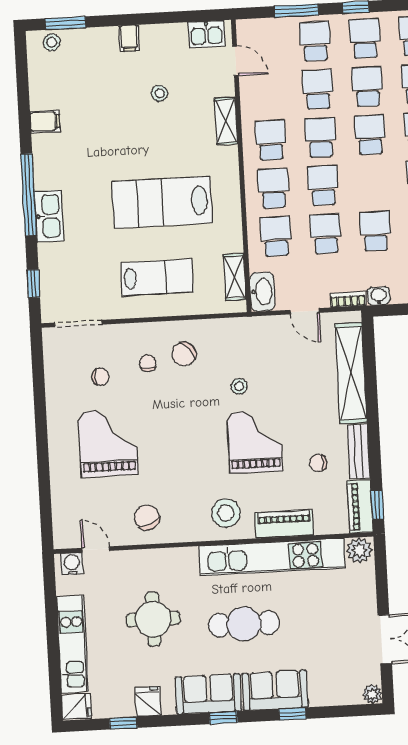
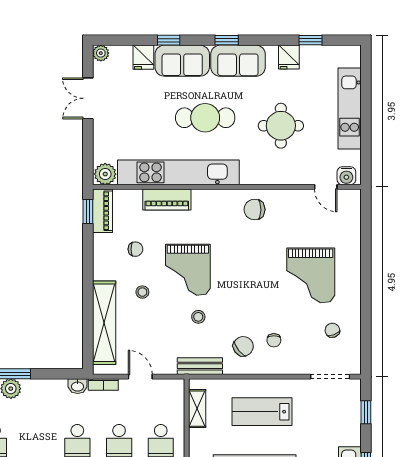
washbasin: (262, 292) -> (175, 395), removed
chair: (100, 377) -> (332, 330), moved, turned 70
bench: (359, 452) -> (200, 366), moved, turned 90
stool: (226, 513) -> (142, 292), moved, width x0.53, depth x0.53
chair: (147, 517) -> (255, 210), moved, turned 114
fridge: (77, 707) -> (143, 57), moved, turned -90

